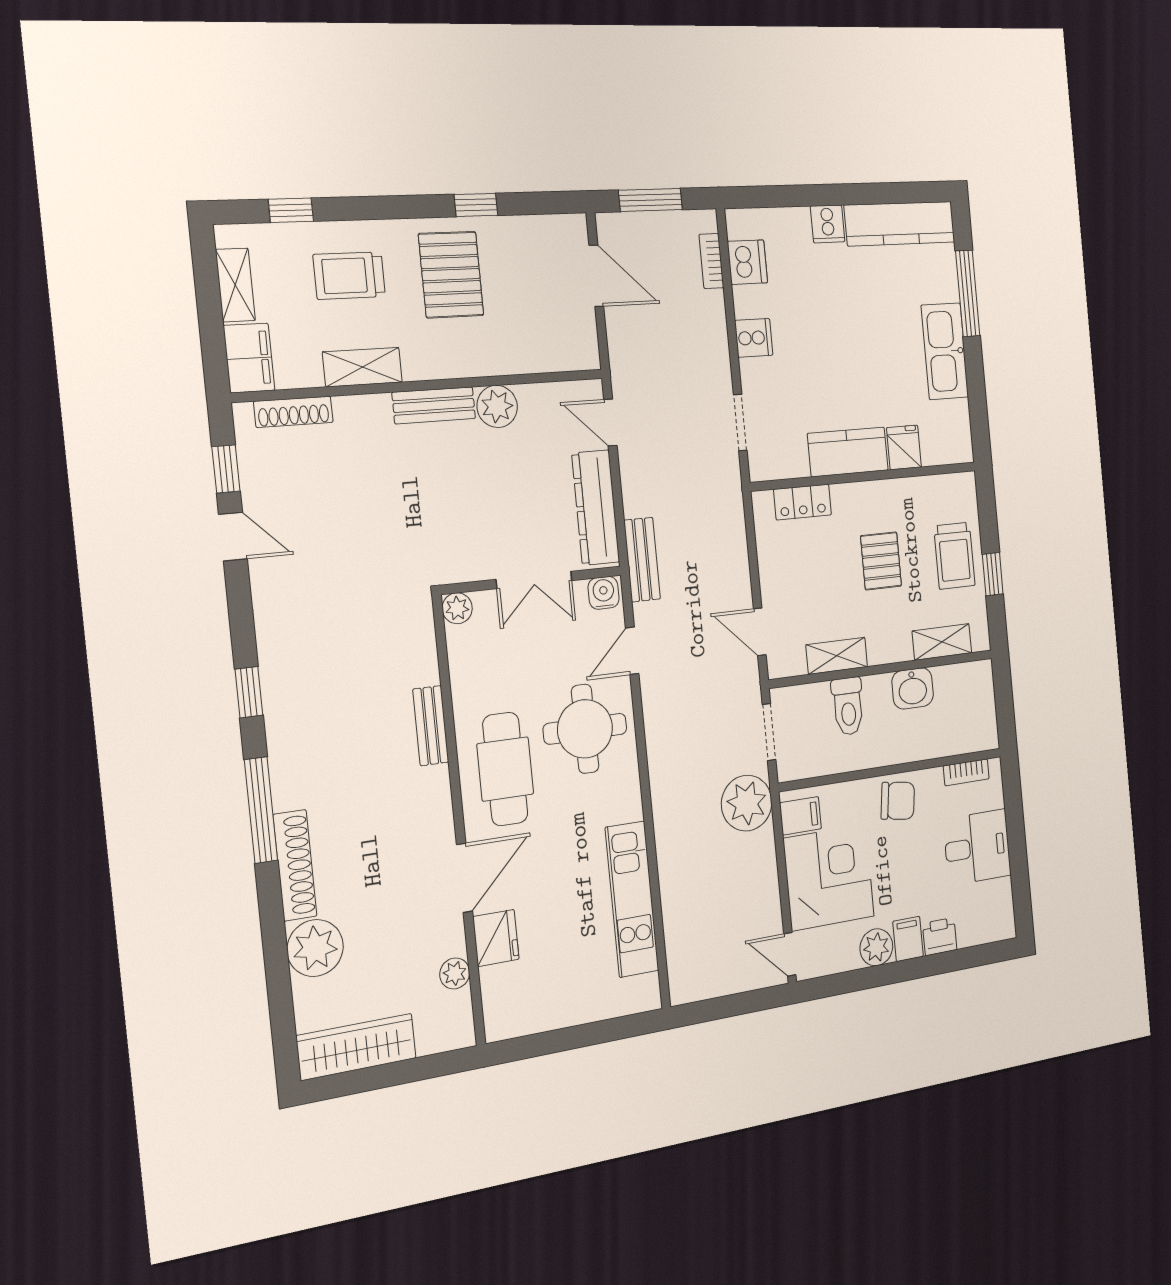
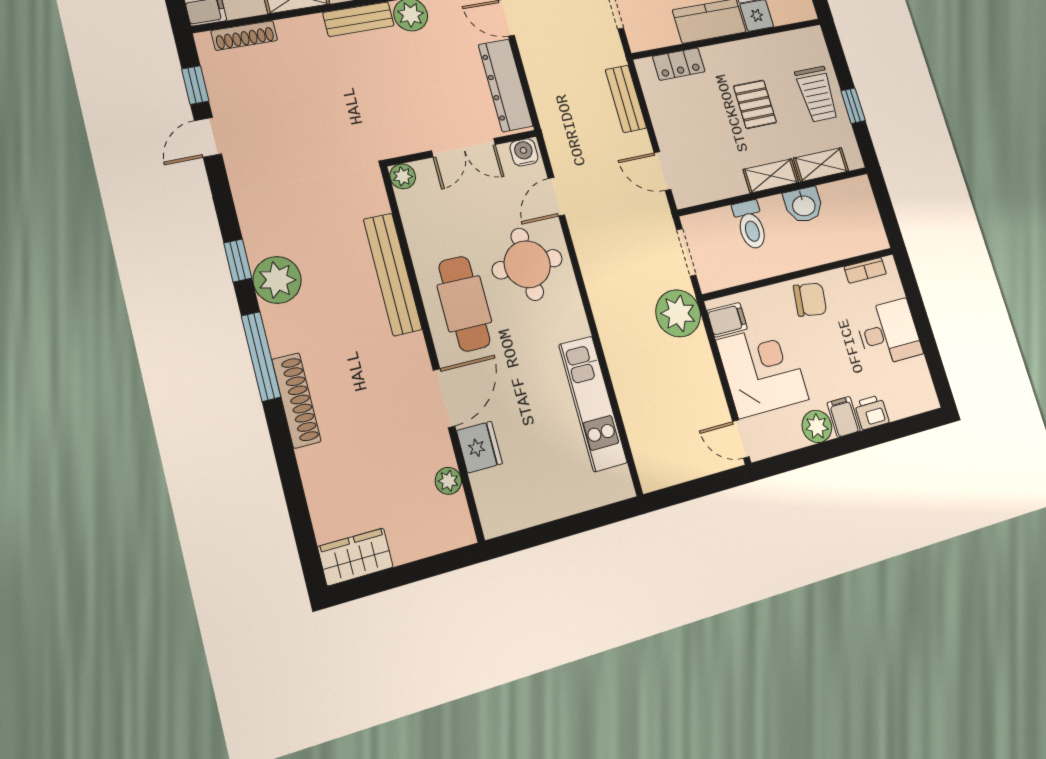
door: (233, 537) -> (208, 137), swing flipped
bench: (642, 560) -> (626, 99), moved
shelving: (837, 656) -> (771, 176), moved
bench: (431, 726) -> (393, 274), width x1.86, depth x1.21
plant: (315, 948) -> (277, 280), moved
wardrobe: (356, 1047) -> (355, 557), width x0.67

